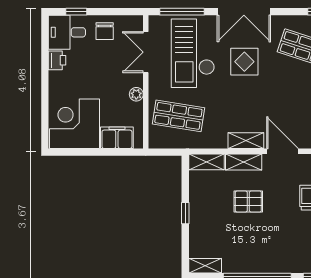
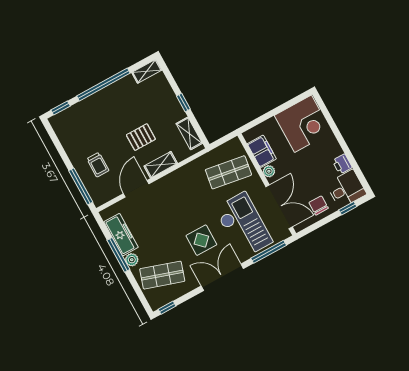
double door: (146, 52) -> (279, 207), width x1.37
filing cabinet: (117, 138) -> (262, 151), moved, turned -90
shelving: (246, 141) -> (168, 182), removed
door: (282, 151) -> (136, 189), swing flipped
shelving: (206, 162) -> (189, 133), moved, turned 90

